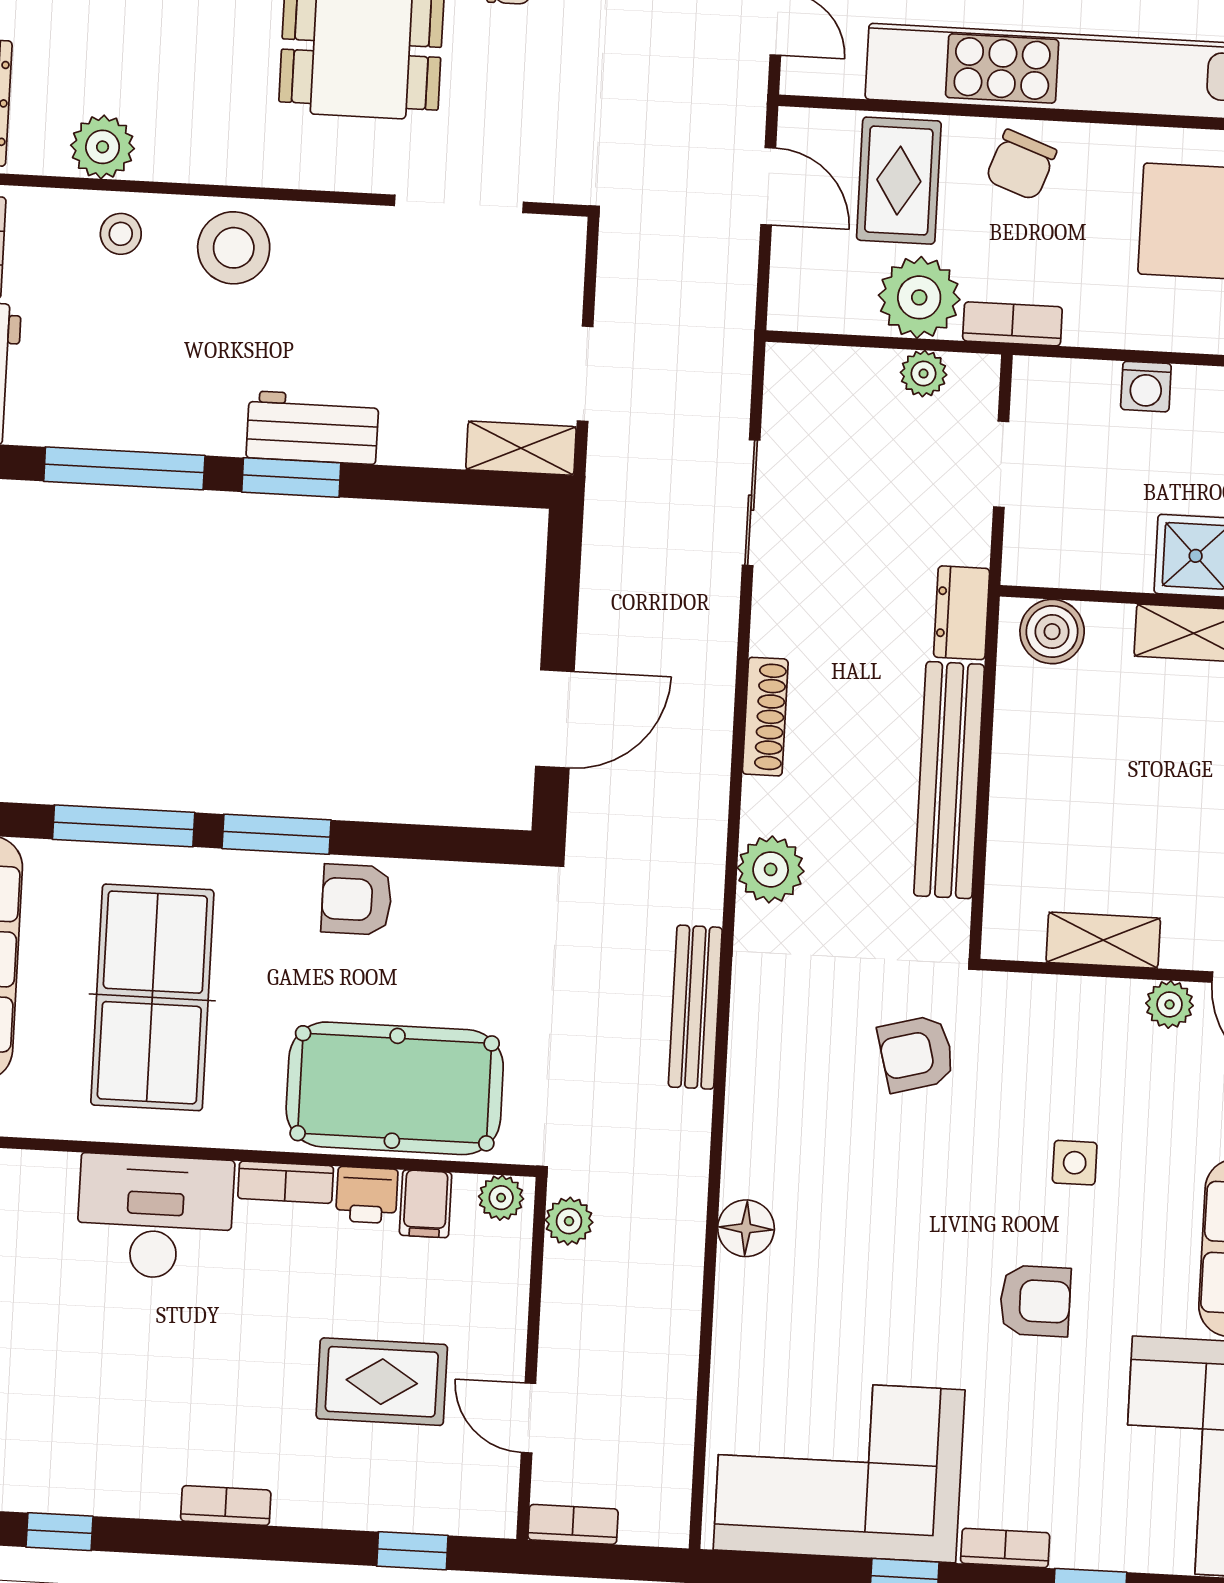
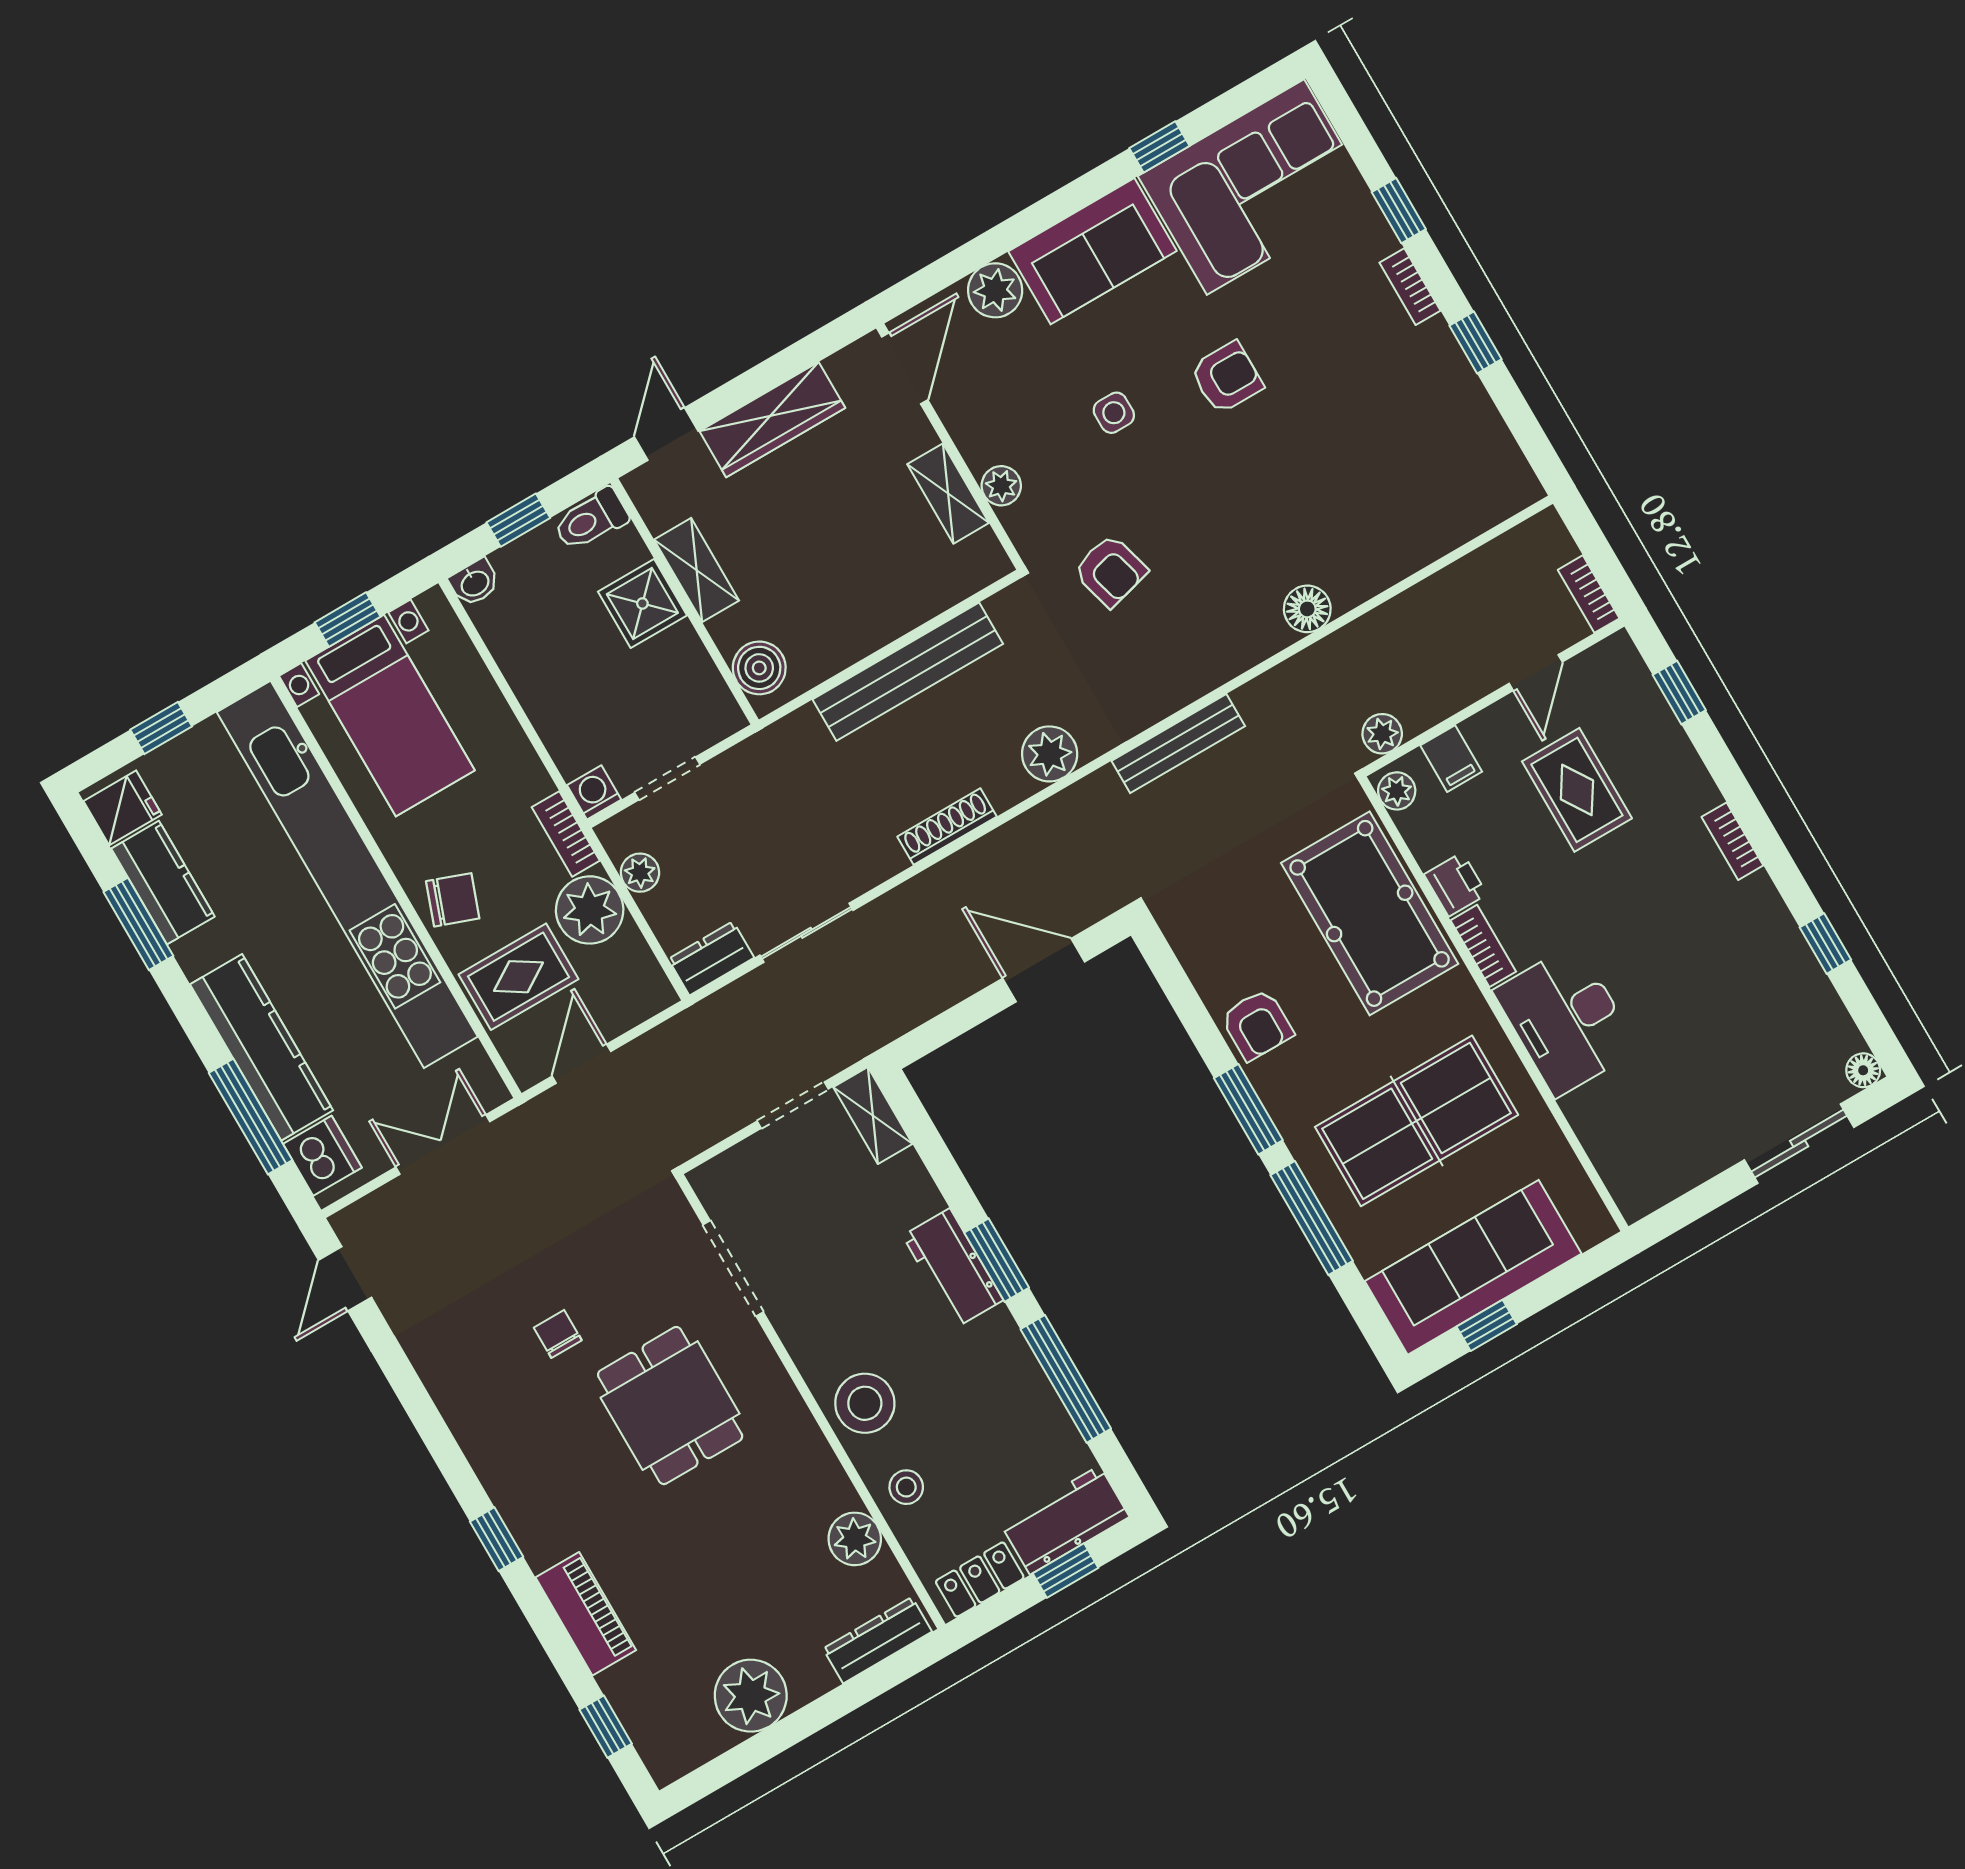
washing machine: (1146, 387) -> (594, 792), moved, turned -90
dresser: (962, 613) -> (711, 958), moved, turned 180
plant: (1170, 1004) -> (1001, 486), moved
filing cabinet: (426, 1204) -> (1451, 759), moved, turned 90
armchair: (1035, 1301) -> (1227, 378), turned 90
corner sofa: (839, 1470) -> (1431, 436), removed

